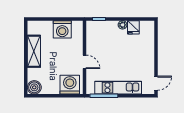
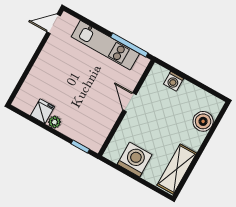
shelving: (34, 51) -> (177, 169), moved
washing machine: (70, 85) -> (174, 81), width x0.53, depth x0.53
boiler: (34, 87) -> (203, 121), moved

